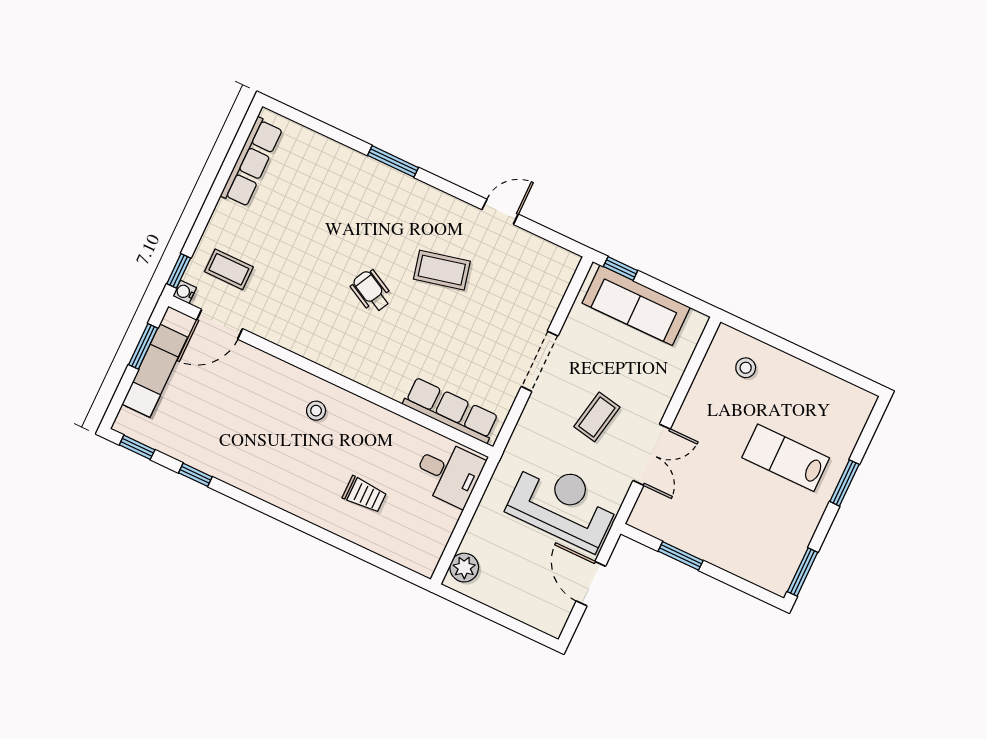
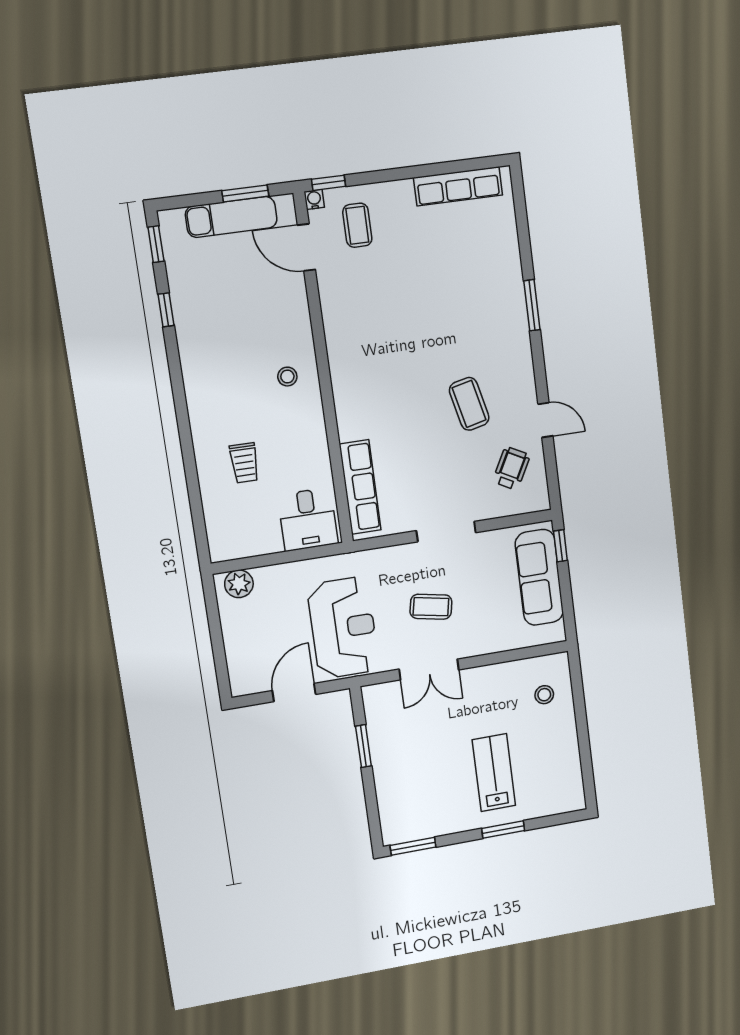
wheelchair: (371, 291) -> (511, 468), moved

